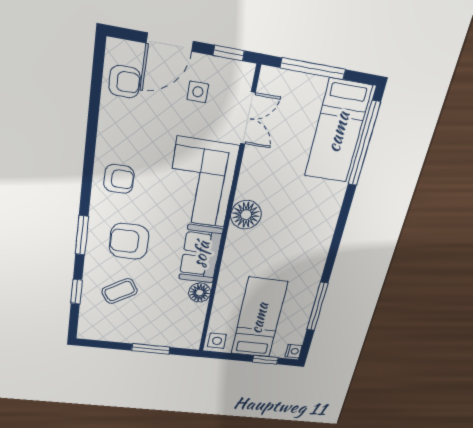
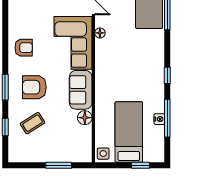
floor lamp: (246, 215) -> (100, 33), moved, width x0.53, depth x0.53
window: (333, 250) -> (167, 75), added
nightstand: (294, 351) -> (159, 119), moved

